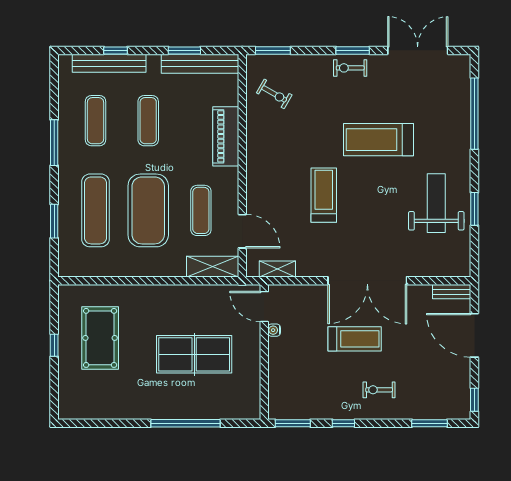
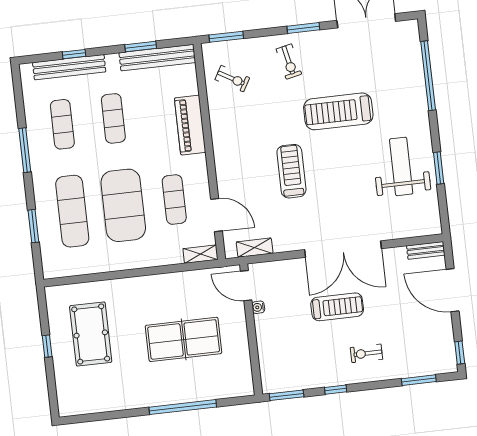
exercise bike: (350, 68) -> (289, 62), moved, turned -102
shelving: (213, 267) -> (200, 254), width x0.67, depth x0.75

